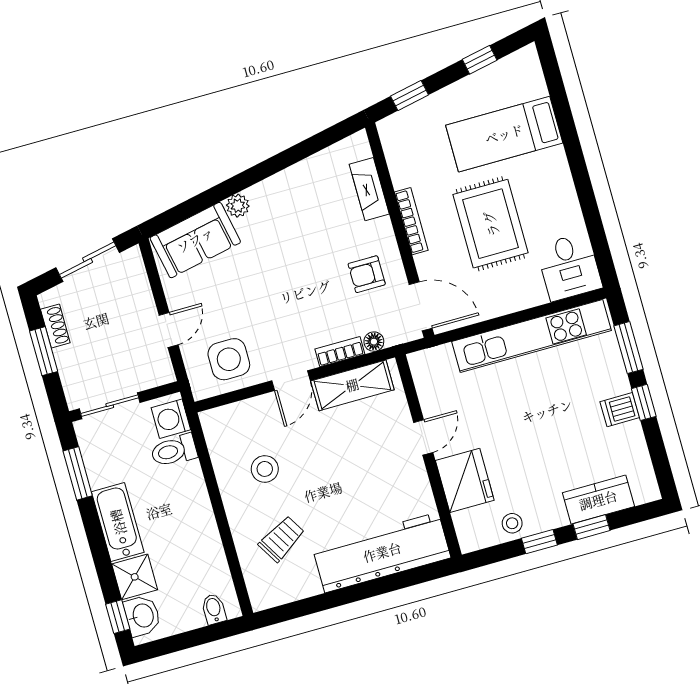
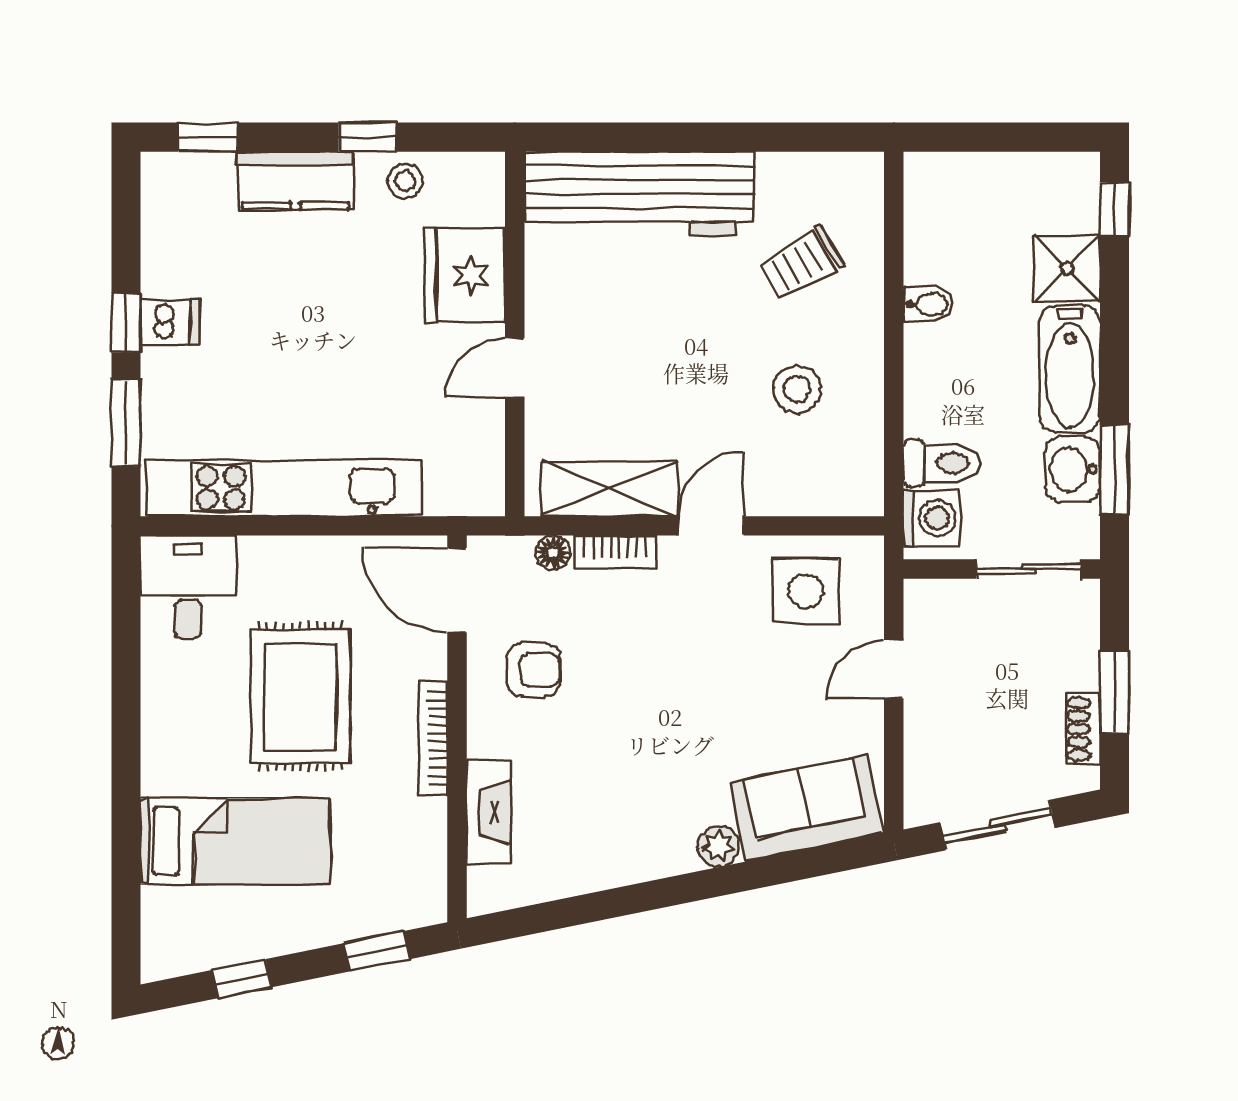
kitchen counter: (598, 500) -> (296, 180), moved
window: (592, 527) -> (208, 137), moved
bidet: (214, 609) -> (929, 304), moved, turned -90
washbasin: (142, 616) -> (1073, 469), moved

